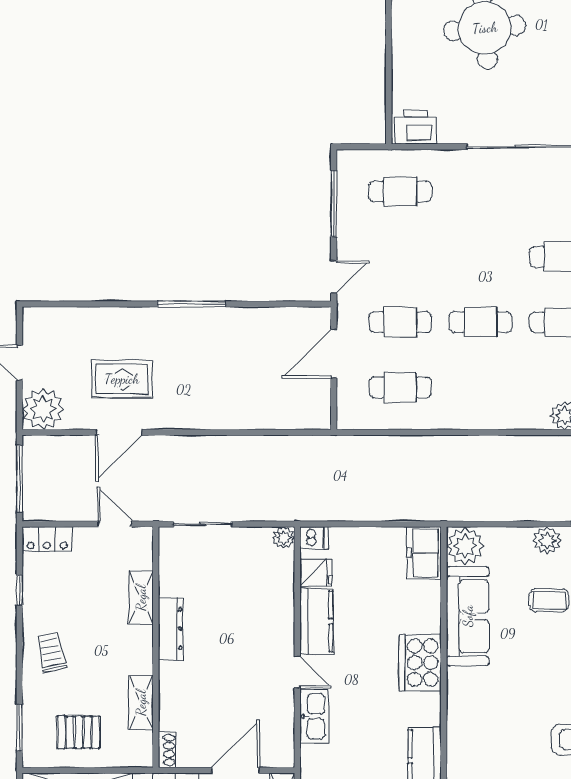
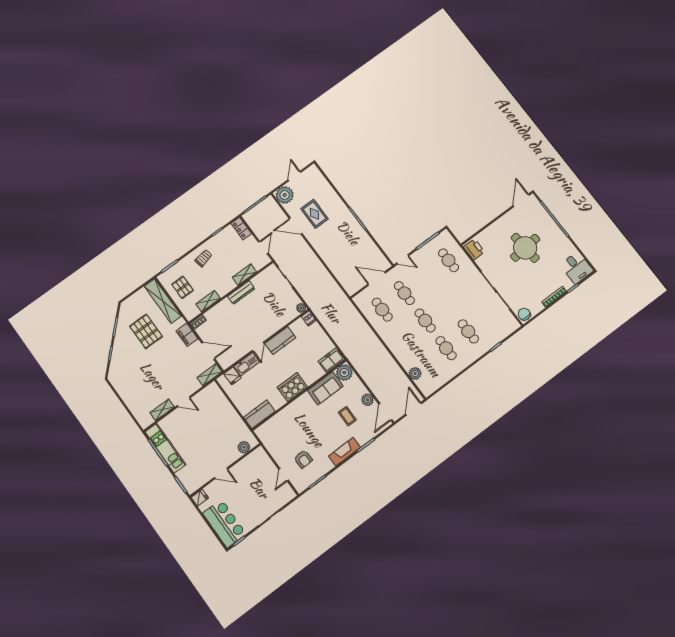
fridge: (316, 573) -> (232, 376), moved
sofa: (468, 616) -> (325, 388), width x0.73

